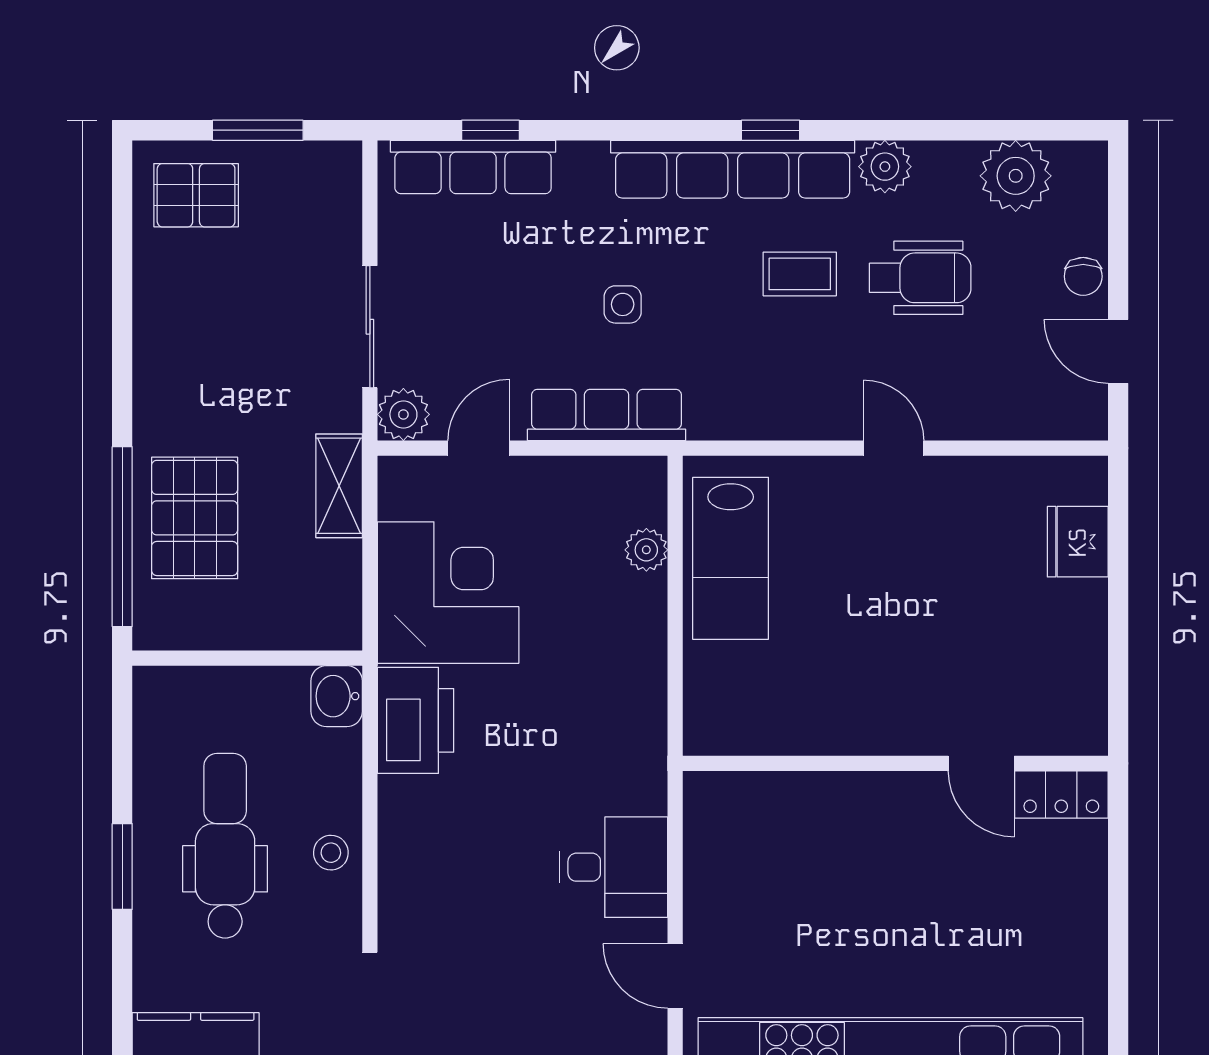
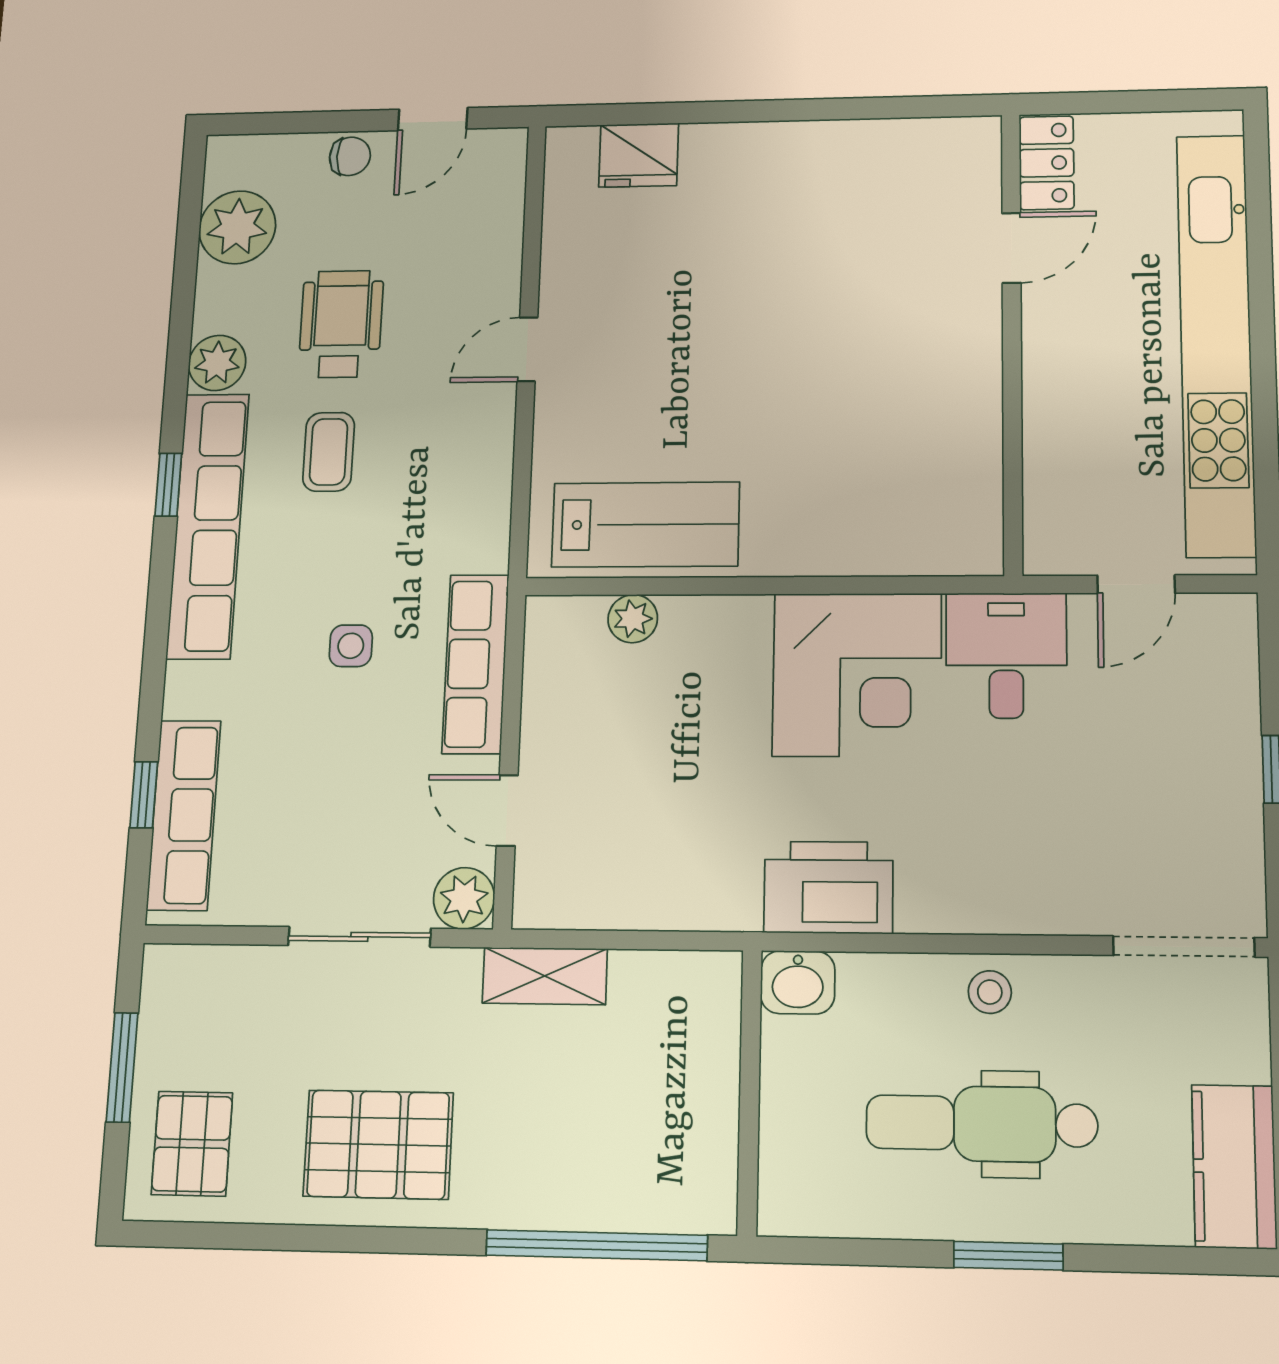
pallet: (195, 518) -> (378, 1145), moved
corner desk: (448, 593) -> (857, 675), moved, turned 180
wall: (895, 763) -> (1012, 340), moved
door: (981, 763) -> (1011, 248), moved
locker: (1061, 794) -> (1047, 163), moved

